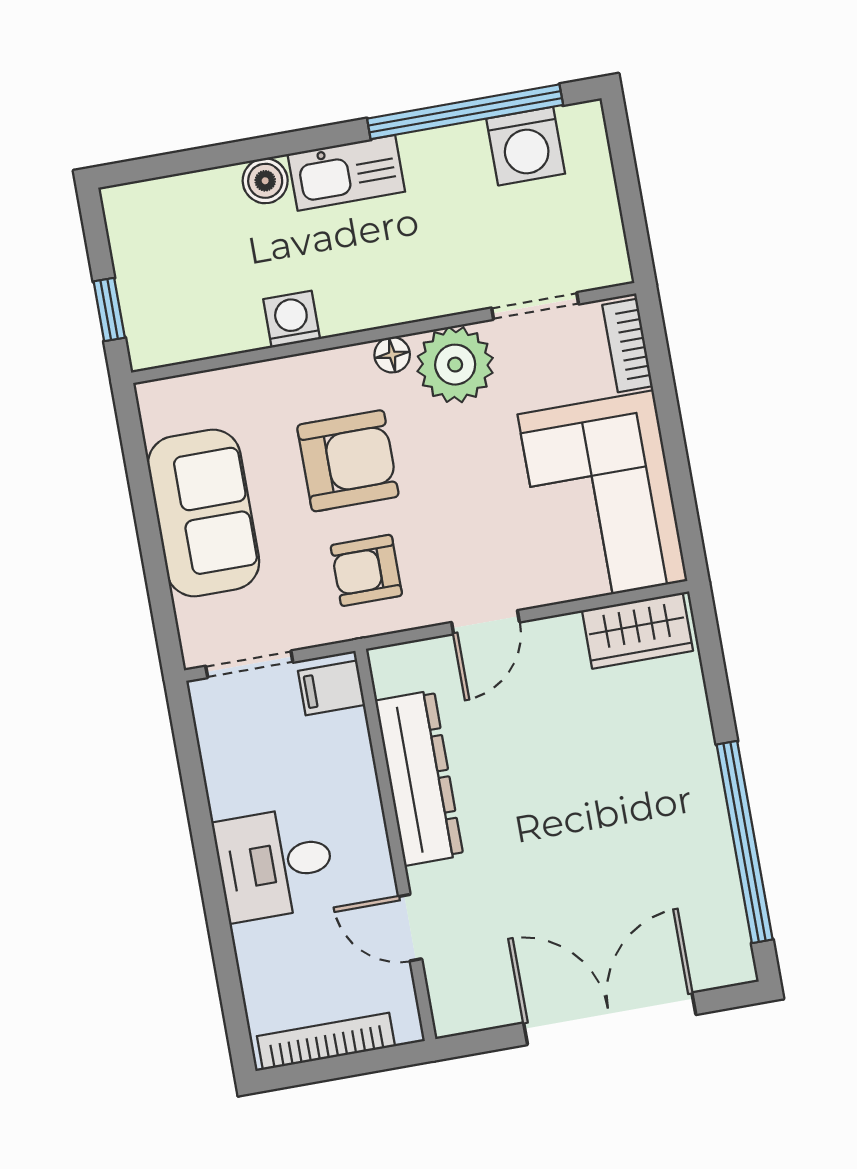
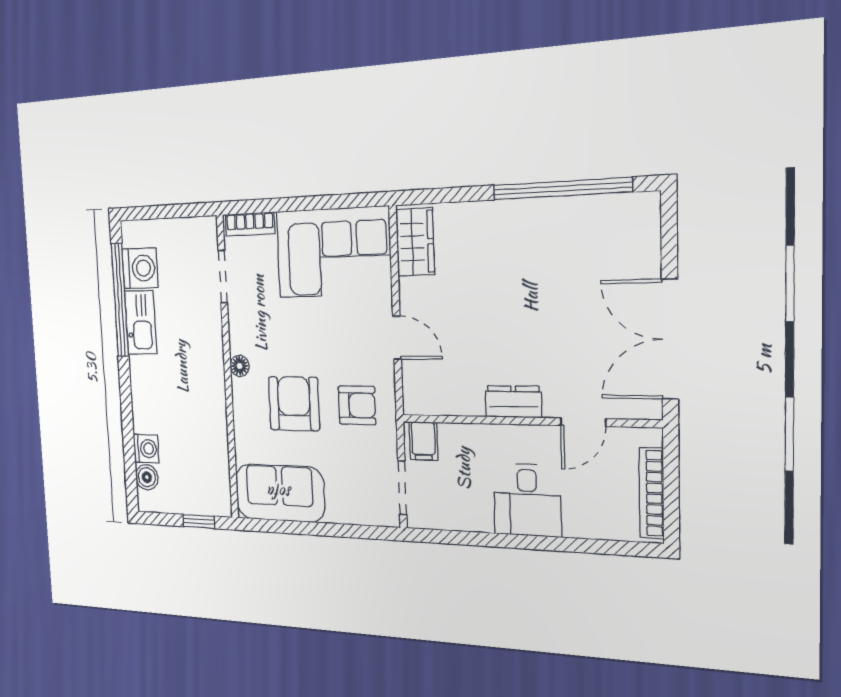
kitchen sink: (346, 173) -> (141, 322), moved
boiler: (265, 181) -> (147, 477), moved
washing machine: (292, 319) -> (146, 448), moved, turned 180
plant: (455, 365) -> (249, 330), removed
sofa: (204, 513) -> (280, 493), moved
armchair: (366, 570) -> (357, 405), turned -90
dresser: (419, 778) -> (513, 402), width x0.51, depth x0.80
double door: (610, 1019) -> (670, 339), moved

